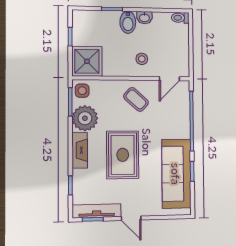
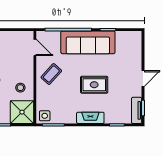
stool: (142, 59) -> (20, 88), moved
plant: (85, 118) -> (66, 114), removed
rug: (123, 155) -> (94, 85), width x0.73, depth x0.70
sofa: (176, 174) -> (88, 42), moved
tv unit: (97, 211) -> (137, 110), width x0.71

